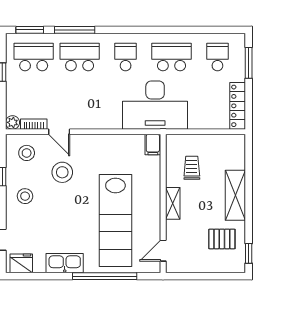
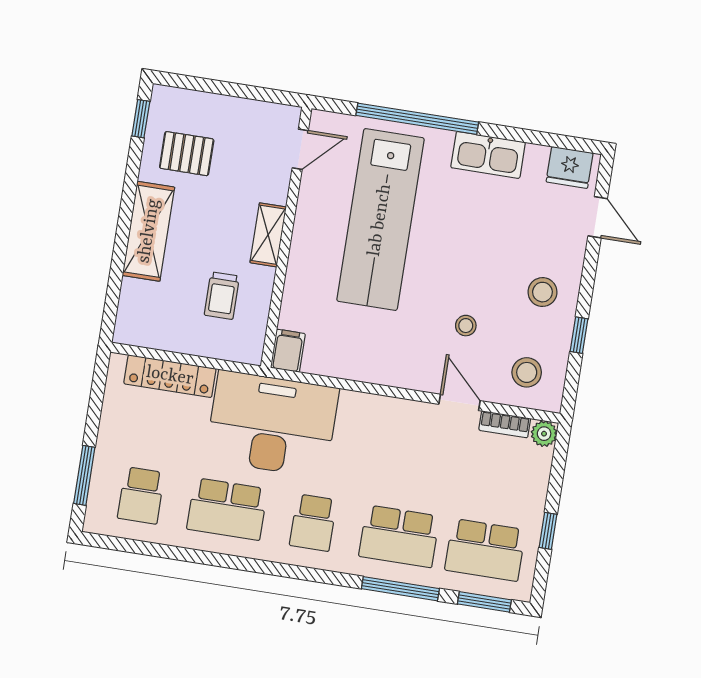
locker: (238, 106) -> (170, 376), moved, turned 90
stool: (62, 172) -> (466, 326), width x0.53, depth x0.53
lab bench: (115, 221) -> (380, 220), turned 180

